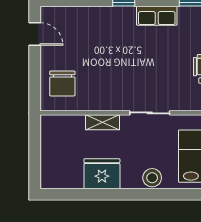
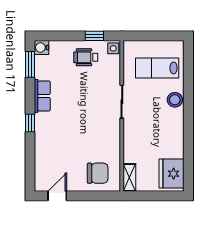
shelving: (103, 122) -> (129, 177), moved
fridge: (102, 174) -> (172, 174), moved

